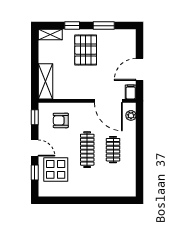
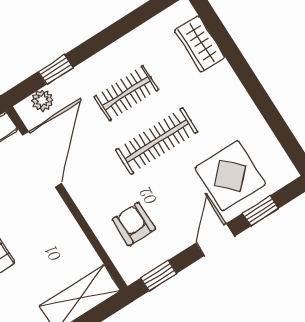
armchair: (61, 120) -> (134, 224), turned 180
window: (140, 128) -> (55, 70), added
wardrobe: (114, 190) -> (200, 44), added

